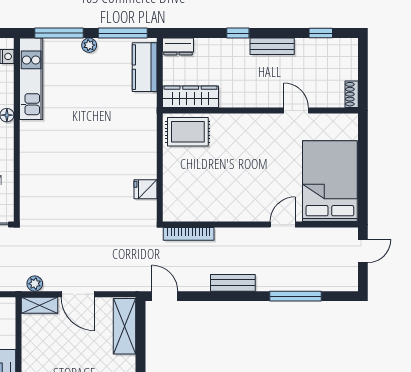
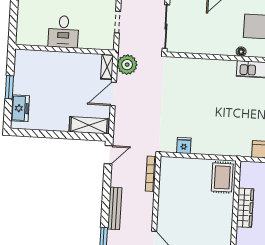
wardrobe: (191, 97) -> (245, 208), moved
bench: (233, 283) -> (115, 208), width x1.36
plant: (35, 284) -> (127, 65), width x1.87, depth x1.87

